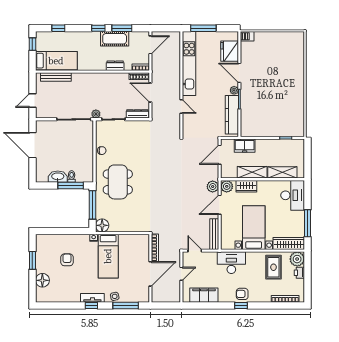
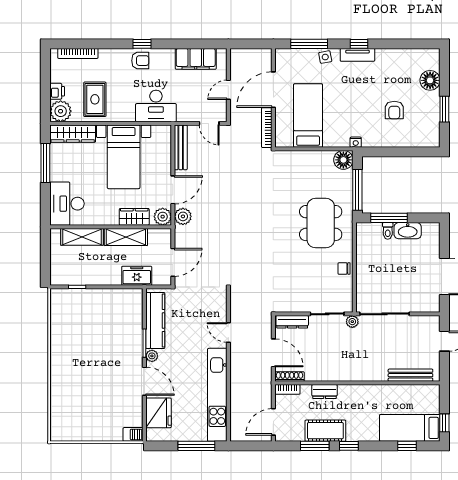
bed: (56, 61) -> (410, 428), moved
bed: (108, 256) -> (308, 116), moved

